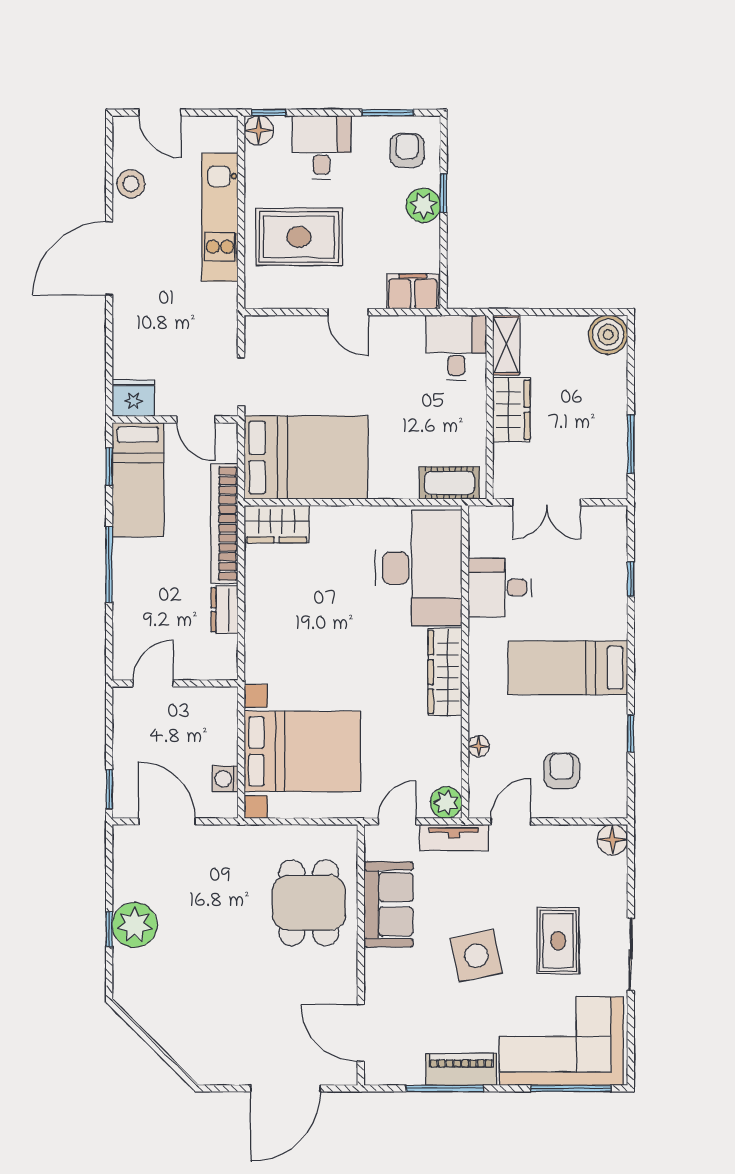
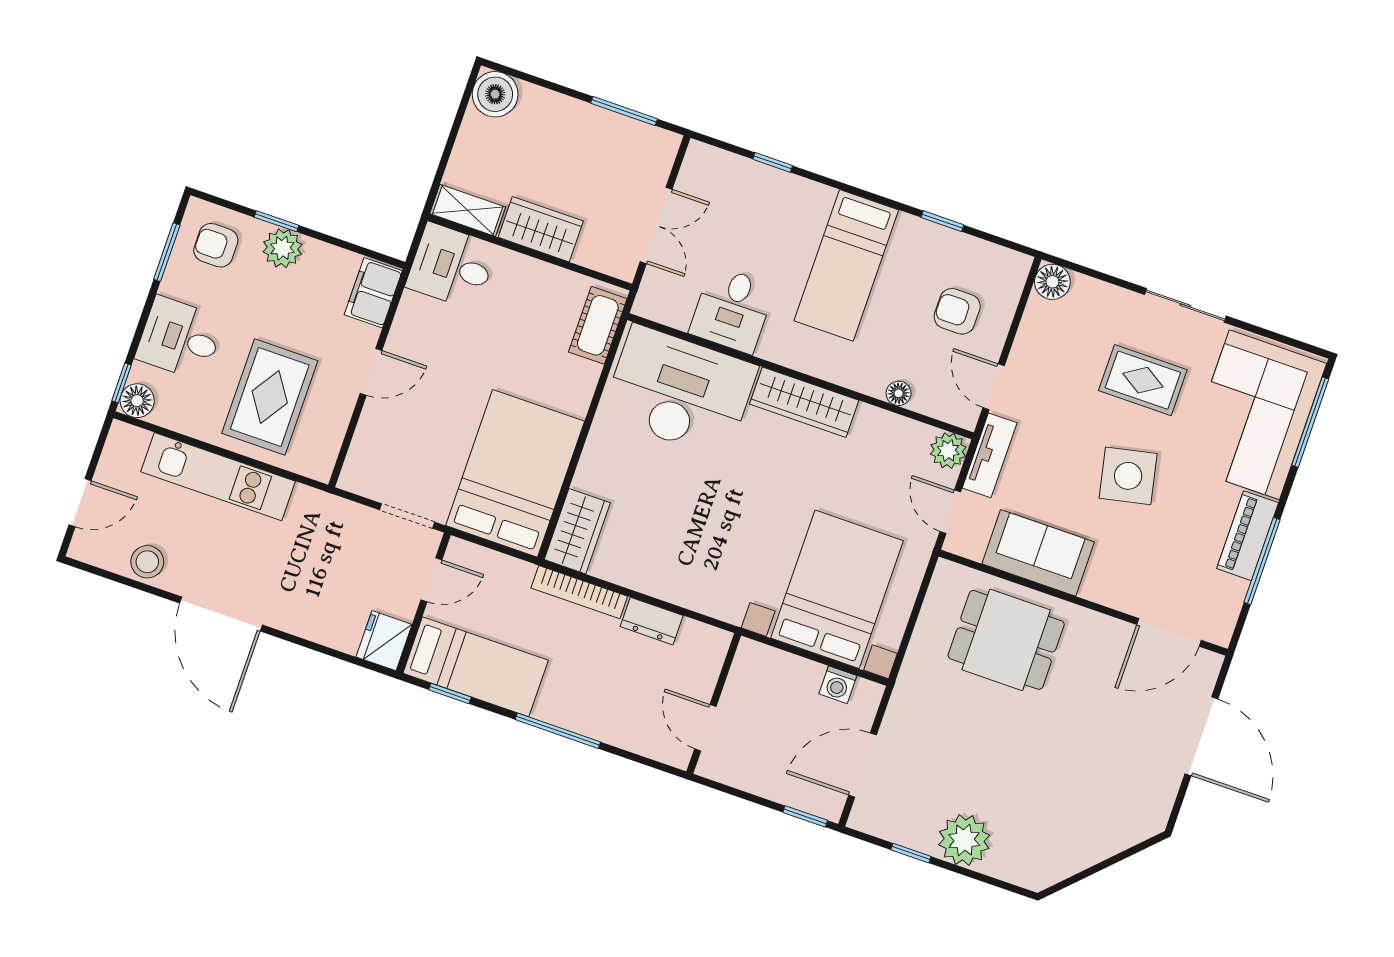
bookcase: (224, 524) -> (579, 592), width x0.68, depth x0.76
window: (109, 929) -> (911, 853), moved

